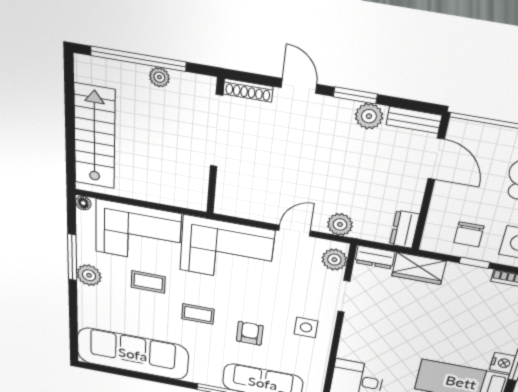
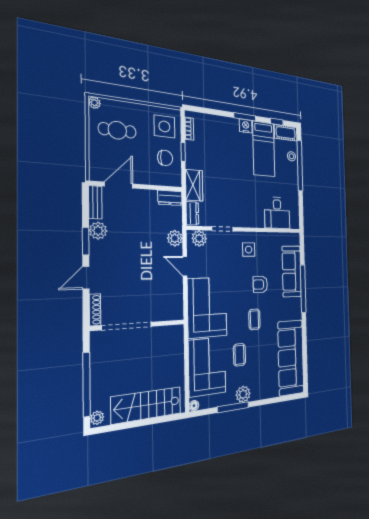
plant: (159, 77) -> (97, 418), moved

